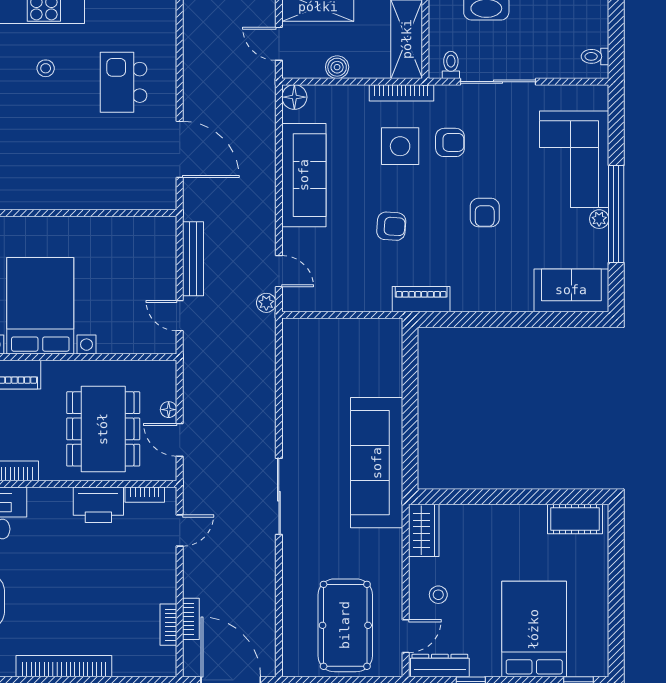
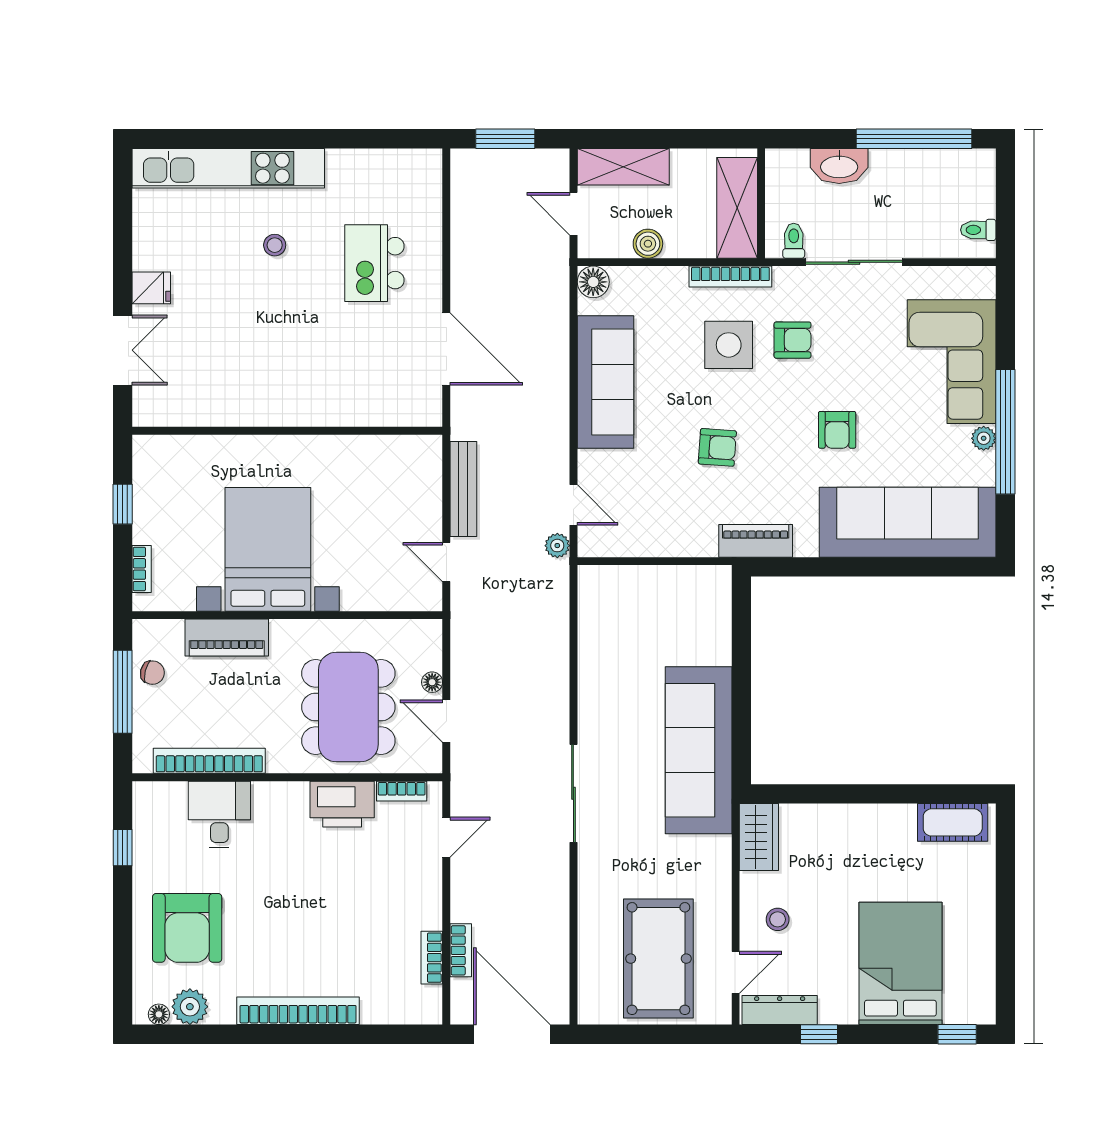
sofa: (571, 290) -> (908, 522), width x1.85, depth x1.27

